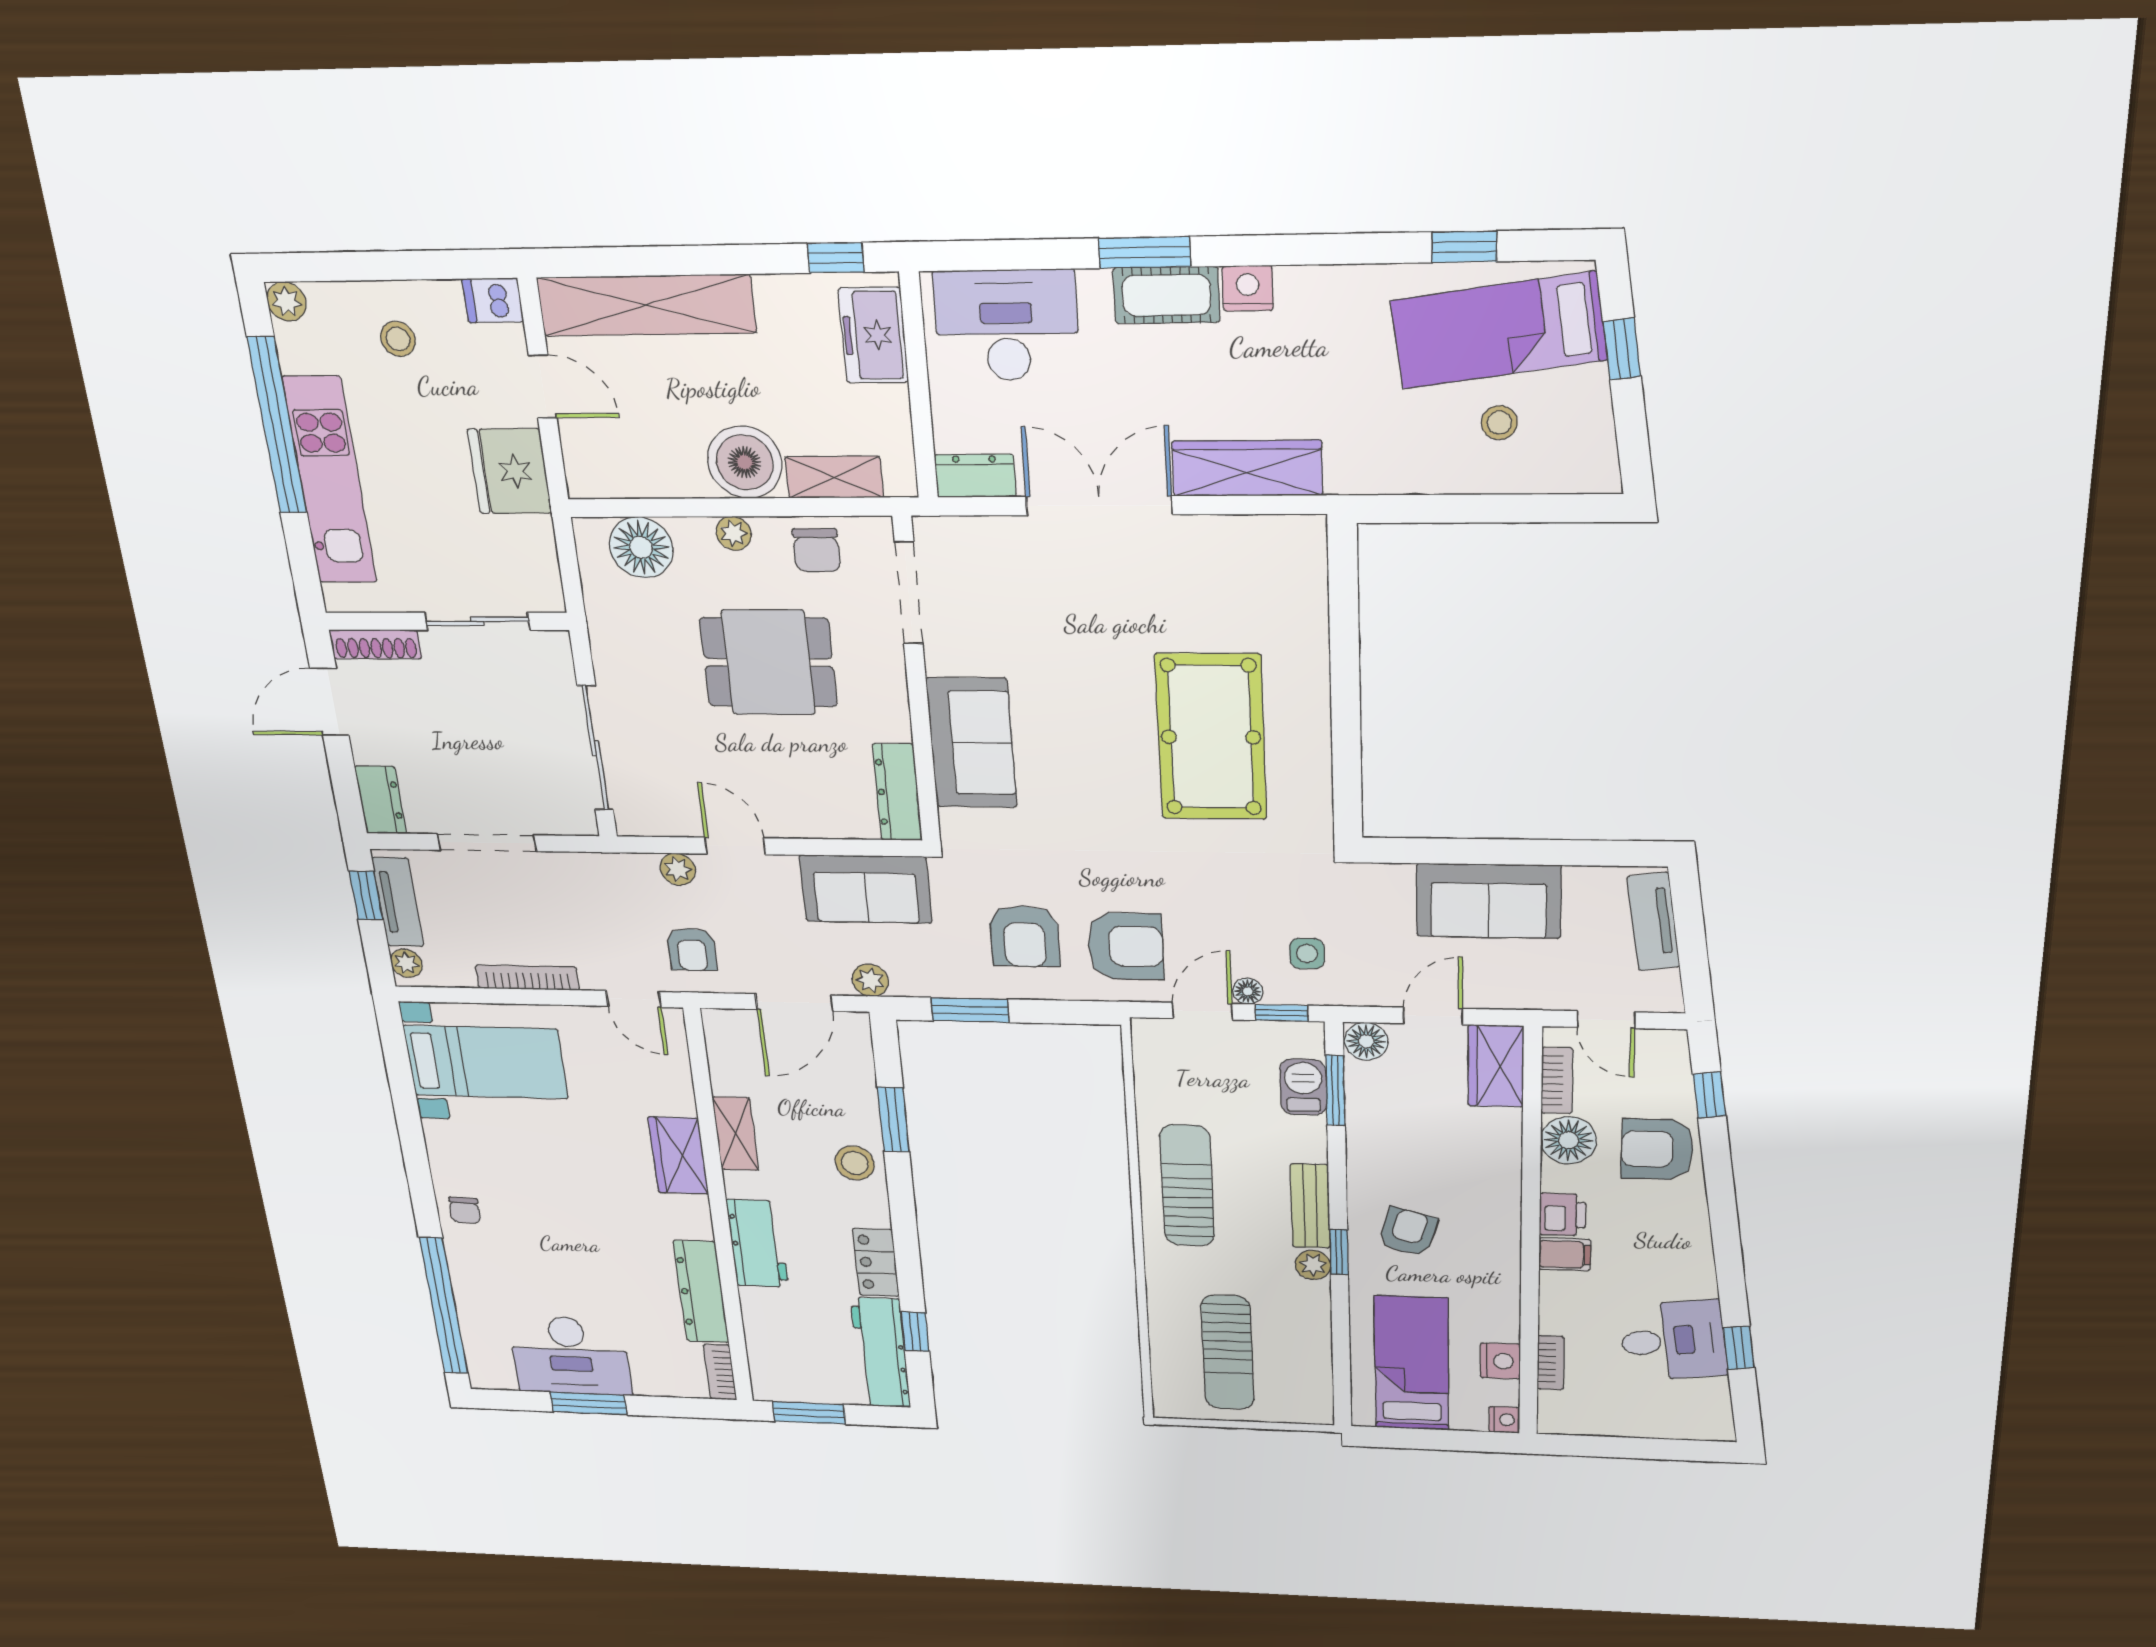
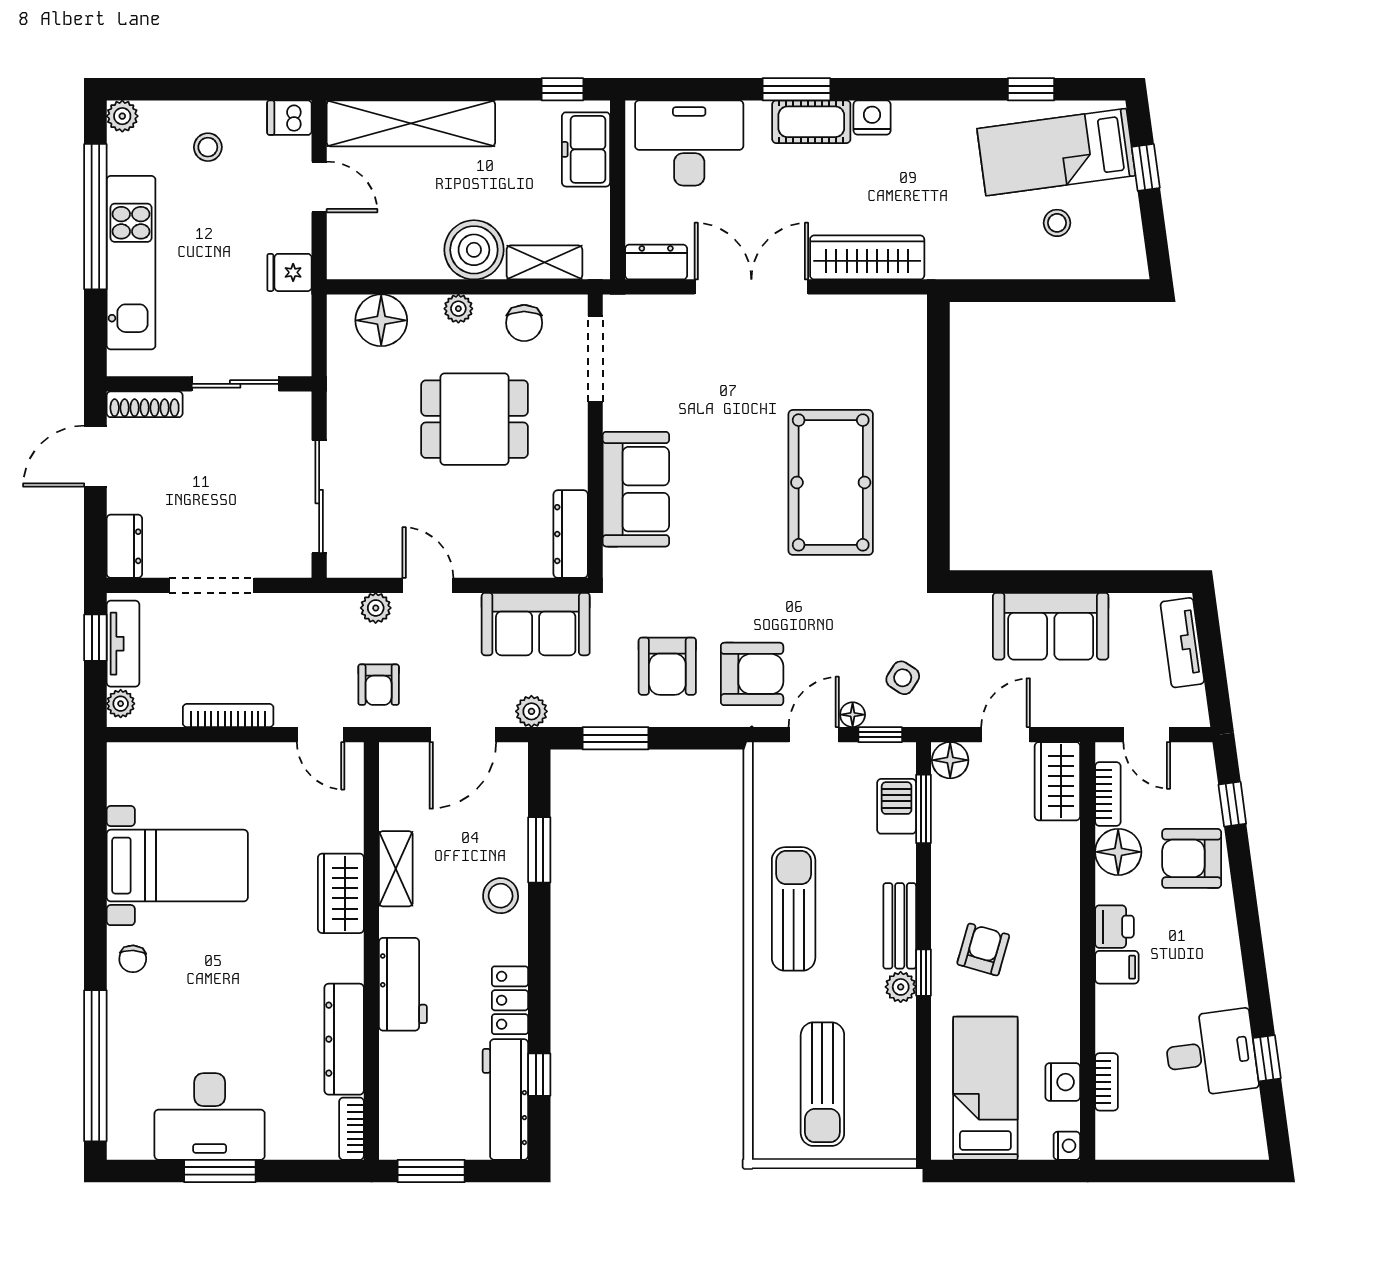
fridge: (510, 471) -> (289, 272), width x0.53, depth x0.75
side table: (1307, 954) -> (903, 678), turned 33
bed with nightstands: (486, 1062) -> (177, 866), moved

